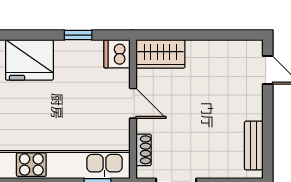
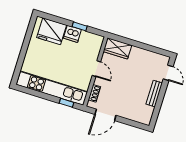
dishwasher: (117, 54) -> (72, 34), moved, turned -90
bench: (254, 145) -> (154, 94), moved

